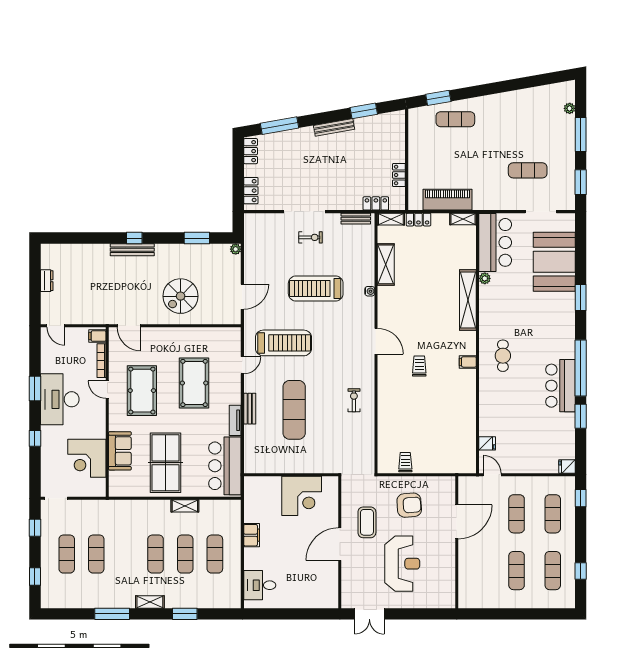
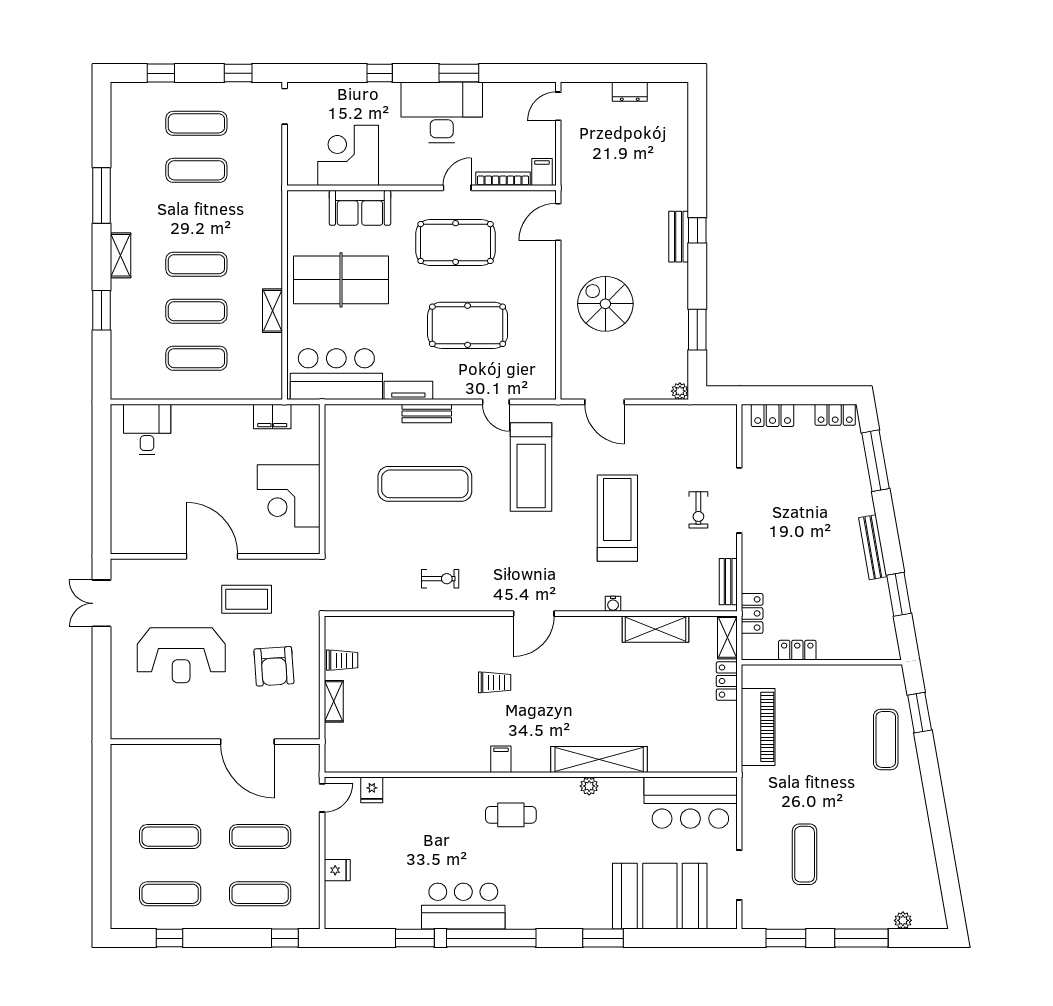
shelving: (463, 219) -> (334, 701), moved
bench: (132, 250) -> (679, 237), width x0.73
plant: (485, 278) -> (589, 786), moved
fridge: (567, 467) -> (337, 870), moved, turned 90
filing cabinet: (252, 535) -> (272, 417), moved

